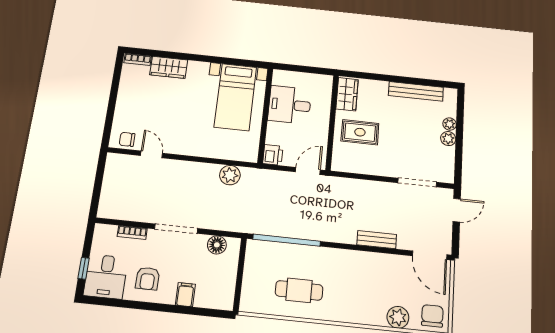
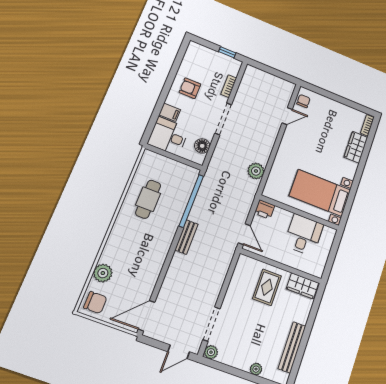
plant: (448, 139) -> (211, 352), moved
door: (457, 210) -> (179, 352), hinge flipped
bench: (377, 240) -> (186, 237), moved
window: (84, 268) -> (227, 52), moved
desk: (106, 277) -> (168, 136), moved

